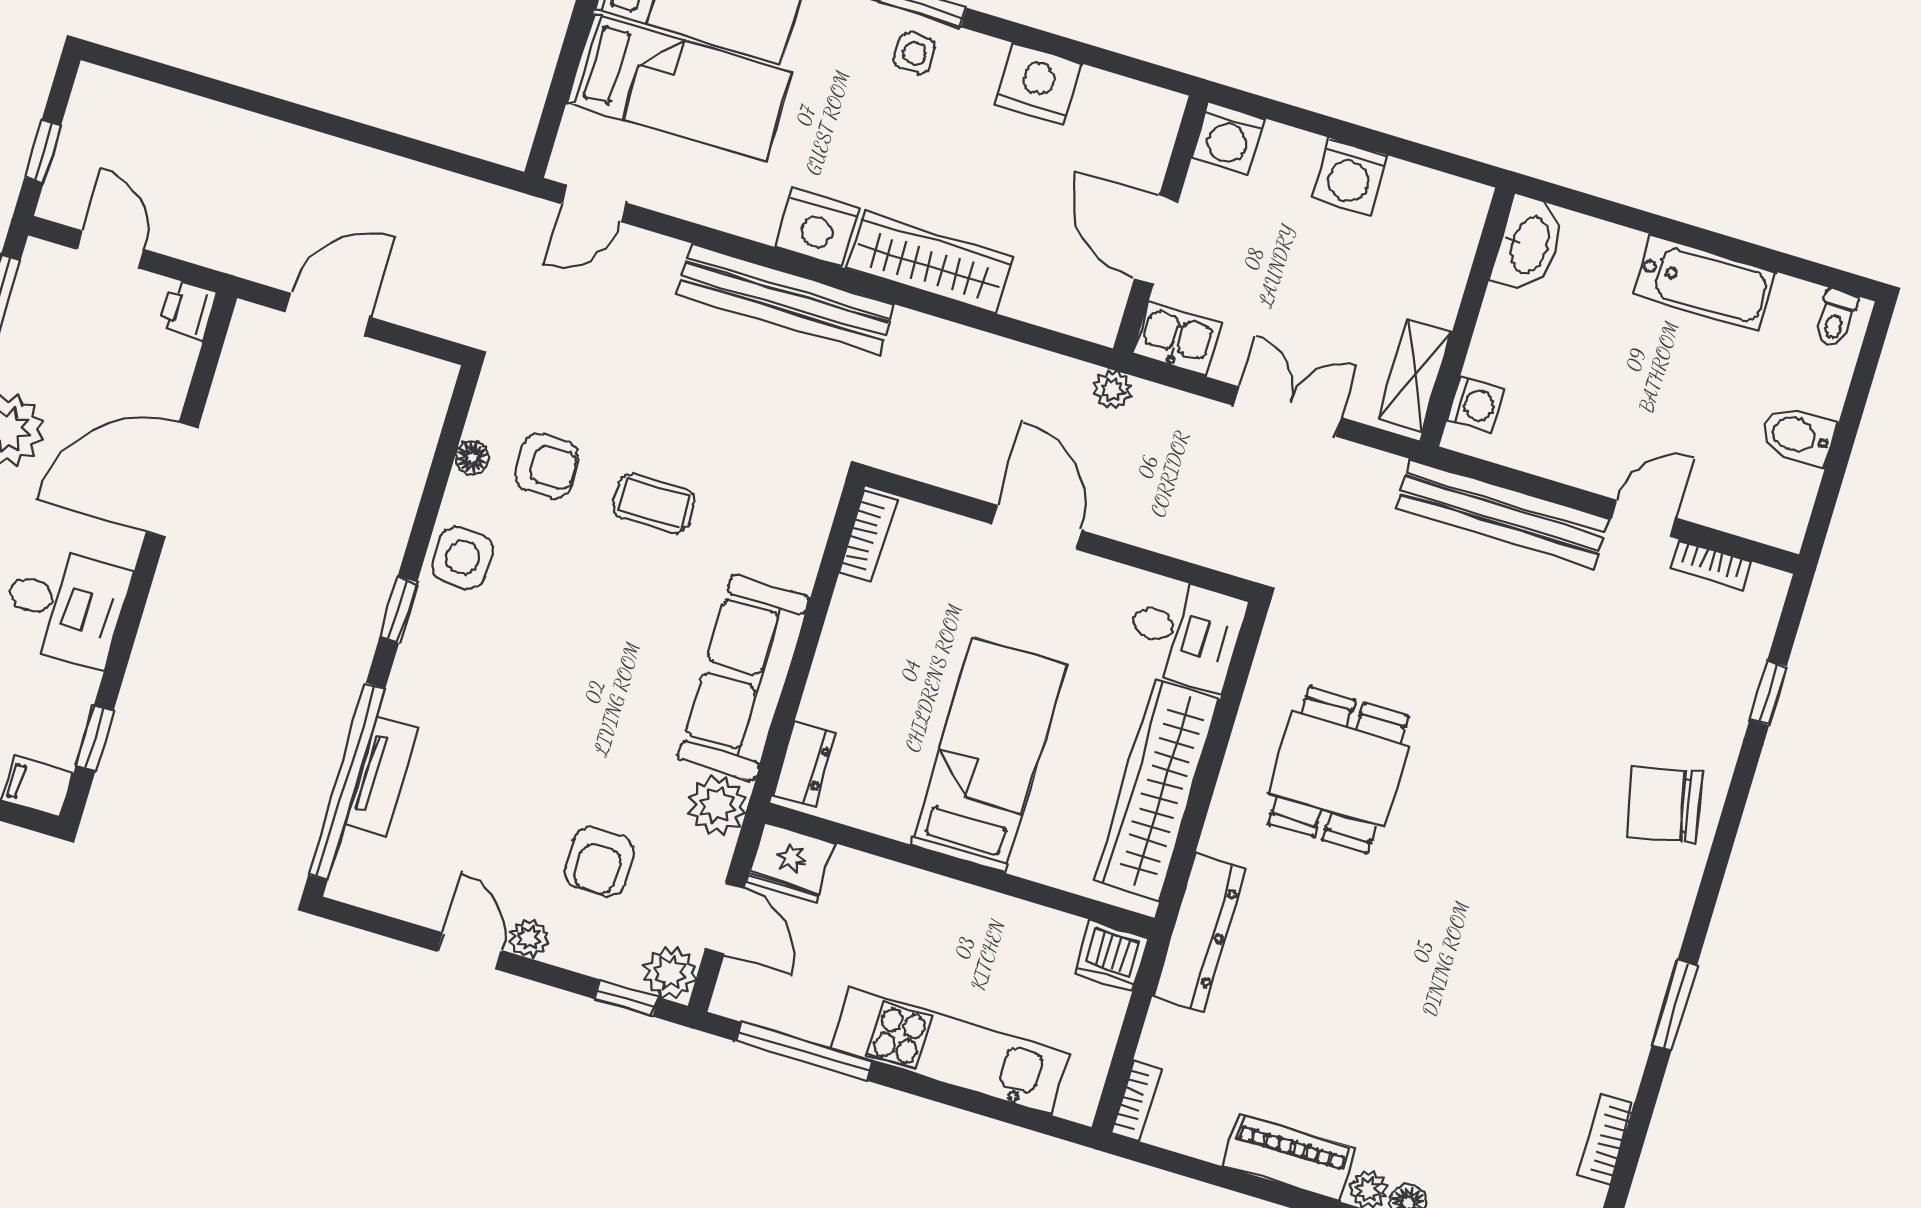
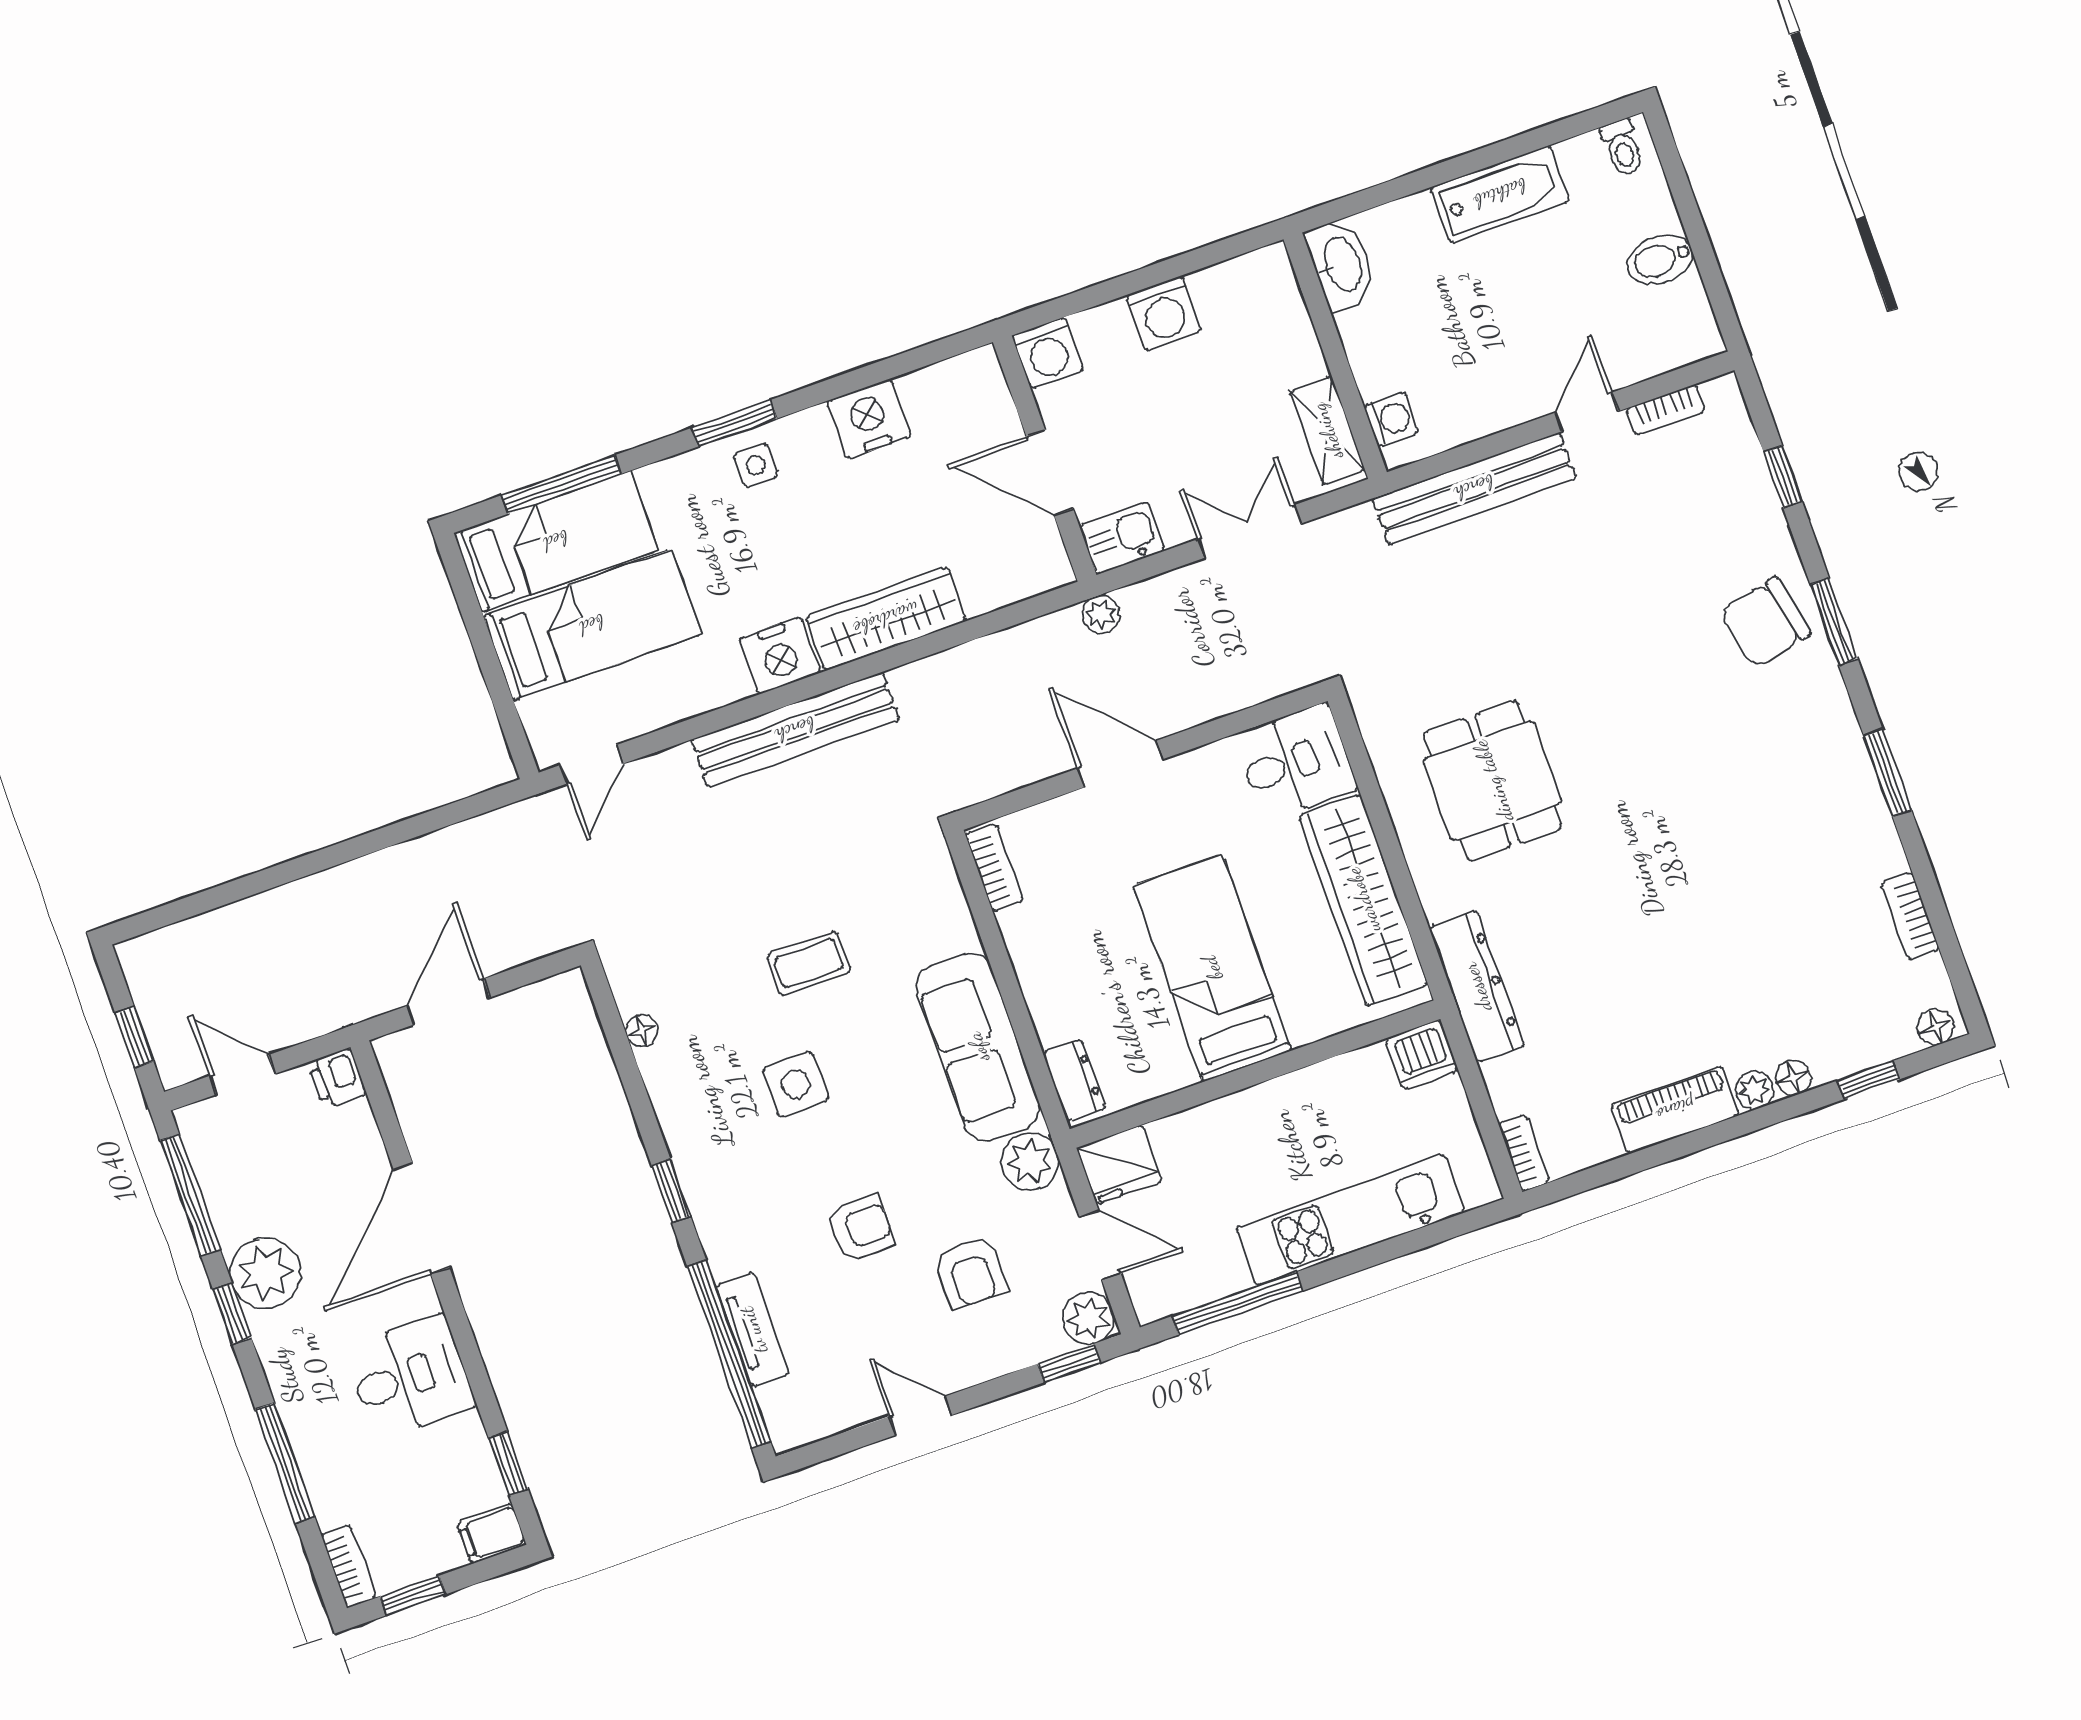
armchair: (547, 466) -> (861, 1228), moved
side table: (462, 558) -> (796, 1084), moved
window: (1722, 846) -> (1834, 621), added
plant: (529, 938) -> (959, 1372), removed

